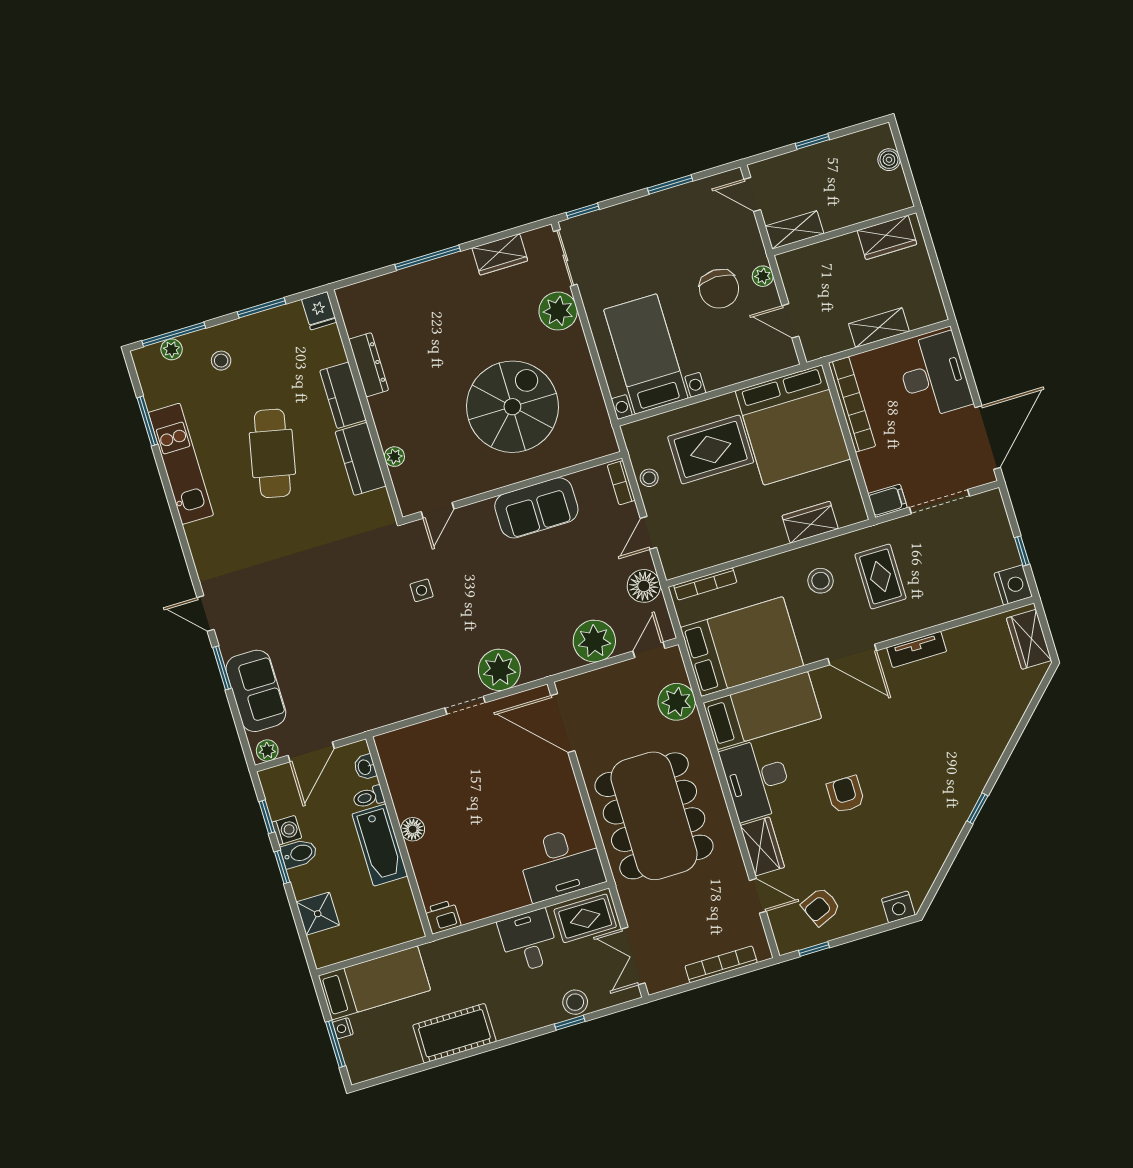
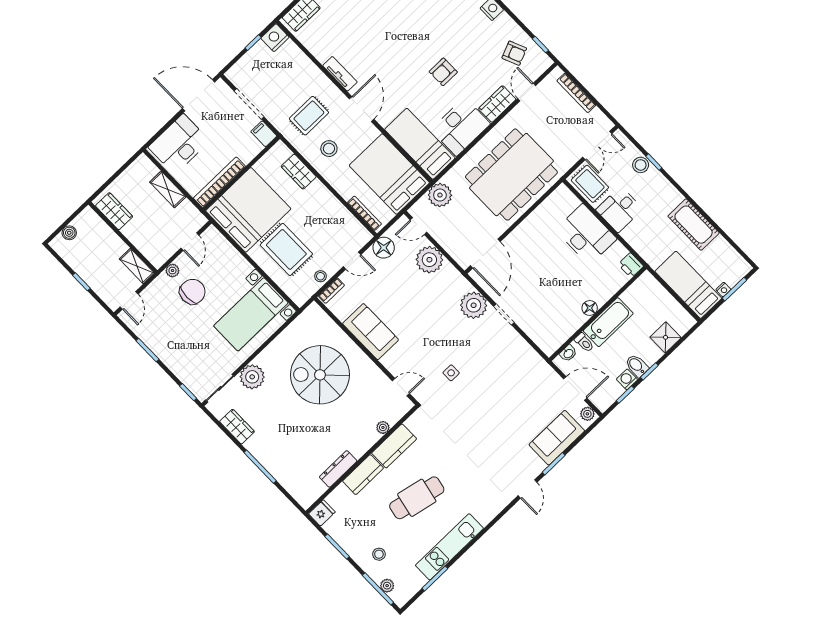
desk: (561, 864) -> (586, 234), moved

